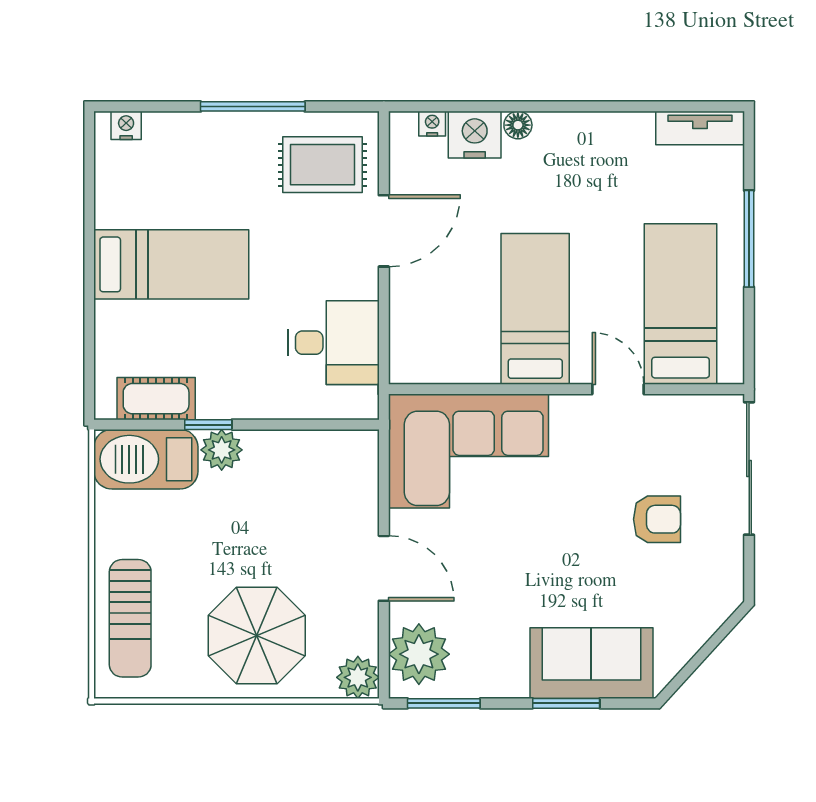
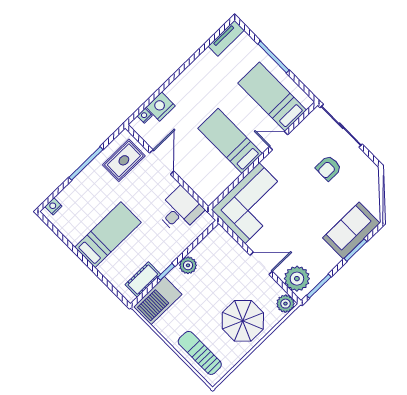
floor lamp: (518, 125) -> (171, 91), removed
plant: (222, 450) -> (188, 265), moved
armchair: (657, 519) -> (329, 168), turned 180
sun lounger: (130, 618) -> (200, 353), turned 180

